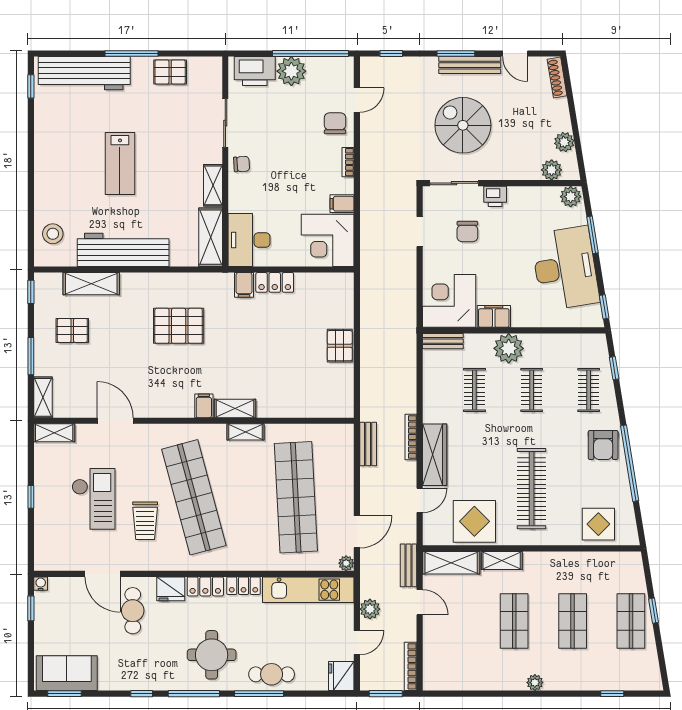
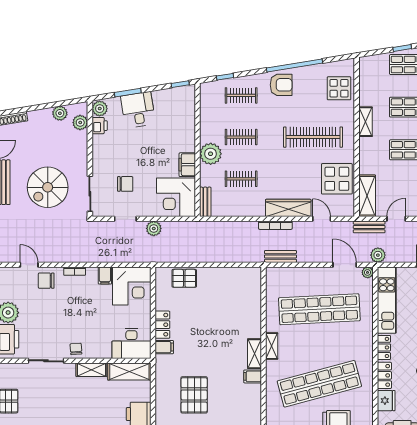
printer: (495, 196) -> (100, 126), moved
desk: (565, 268) -> (138, 110), width x0.53, depth x0.77
plant: (406, 271) -> (154, 228), added
pallet: (340, 346) -> (184, 278), moved
shelving: (502, 560) -> (366, 122), moved
plant: (370, 609) -> (378, 255), moved

